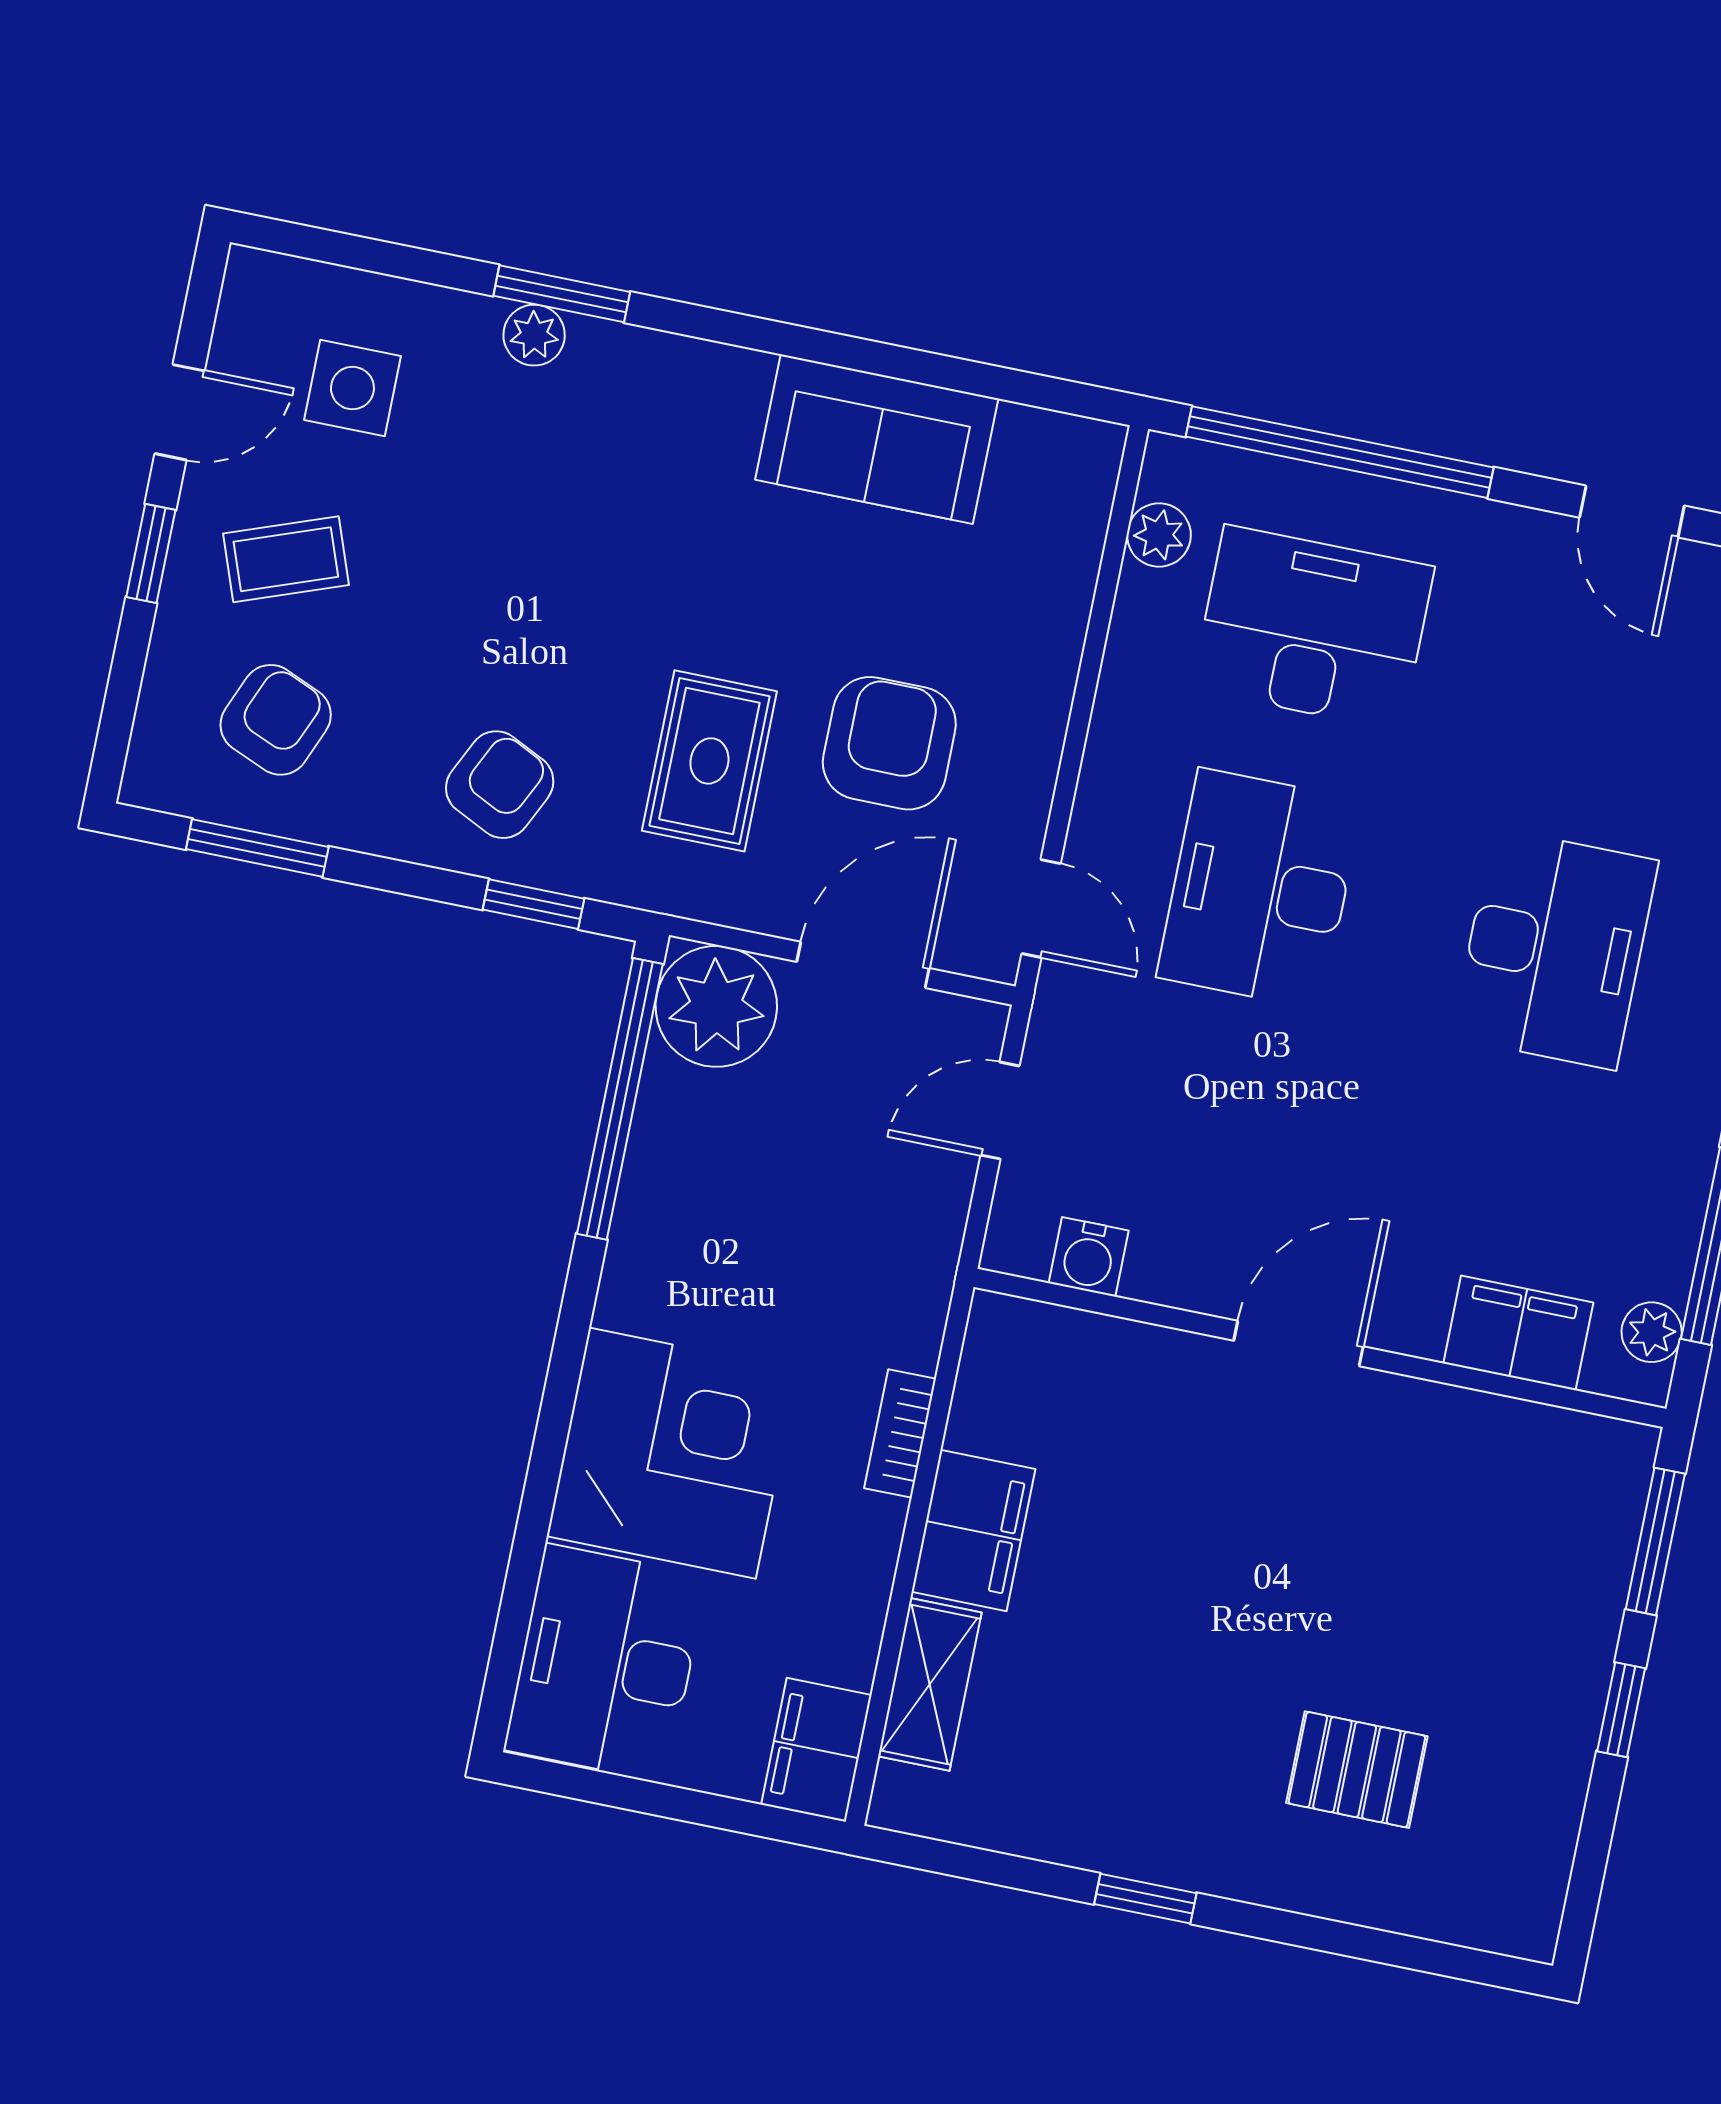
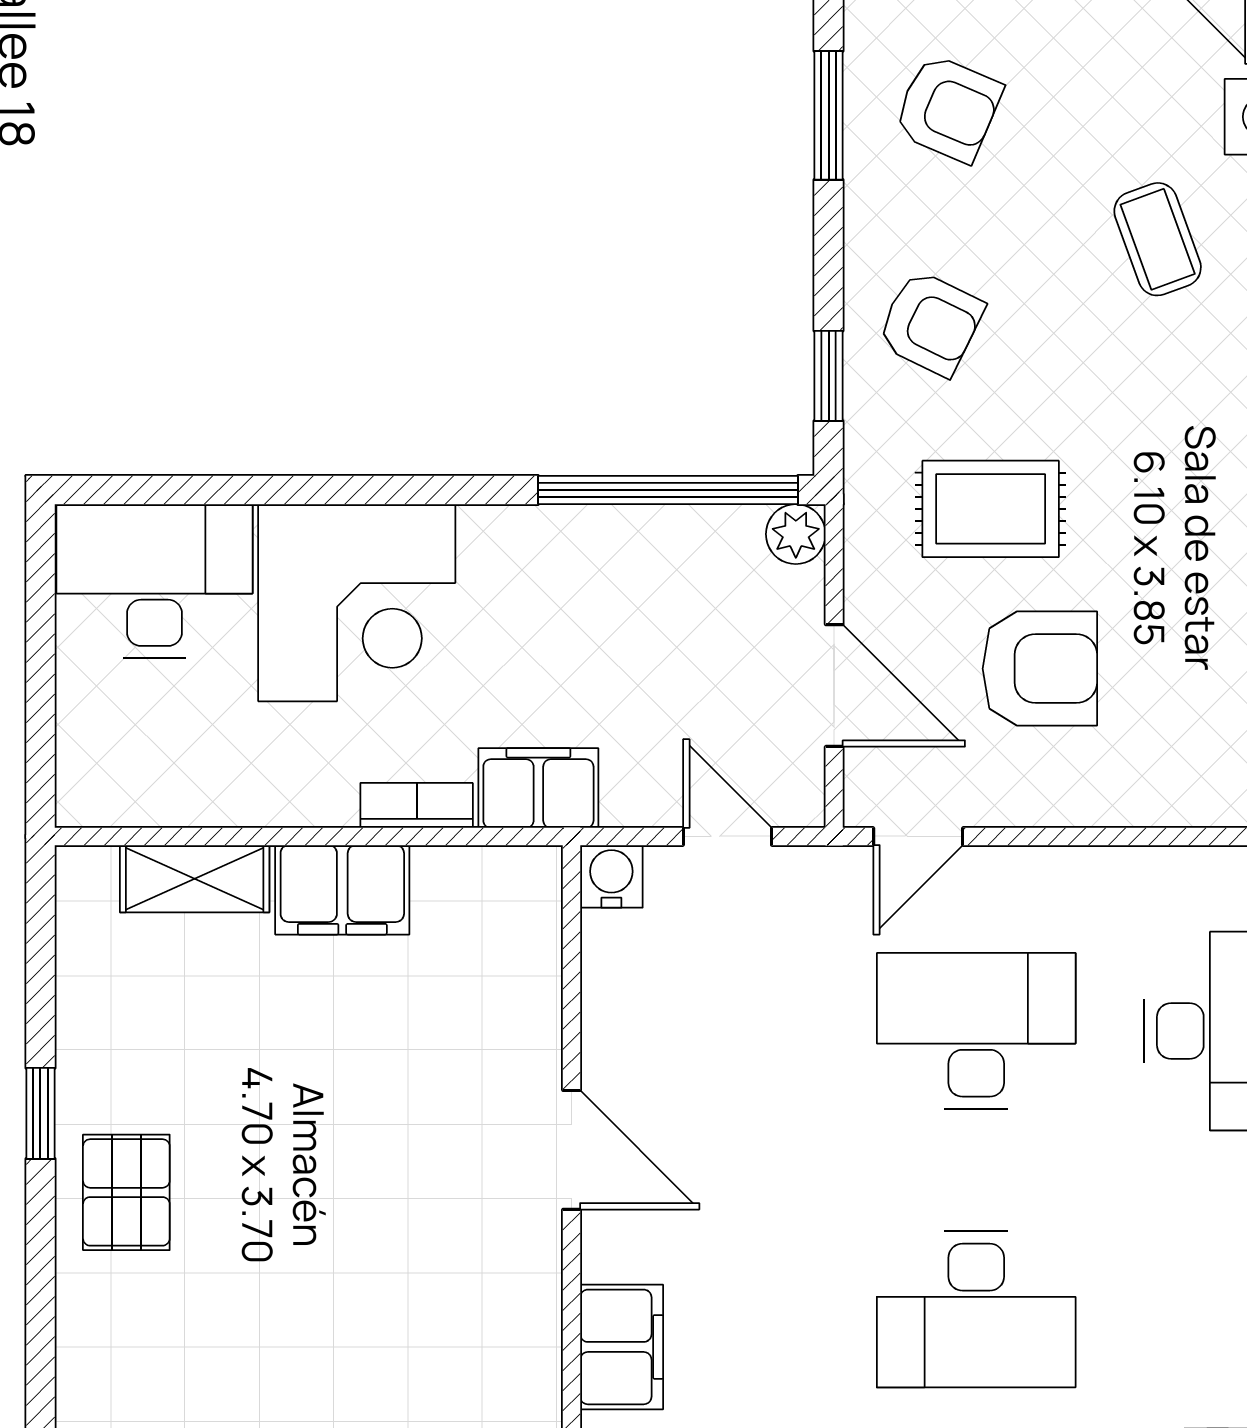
coffee table: (286, 559) -> (1158, 239), moved
plant: (716, 1006) -> (796, 534), width x0.53, depth x0.53
water cooler: (1089, 1257) -> (611, 876), moved, turned 90
filing cabinet: (816, 1750) -> (538, 788), moved
pallet: (1357, 1770) -> (126, 1192), moved

